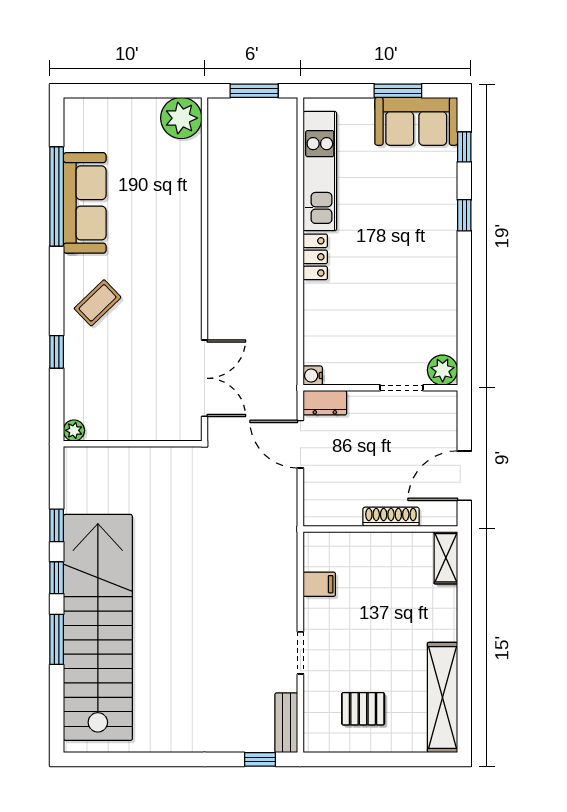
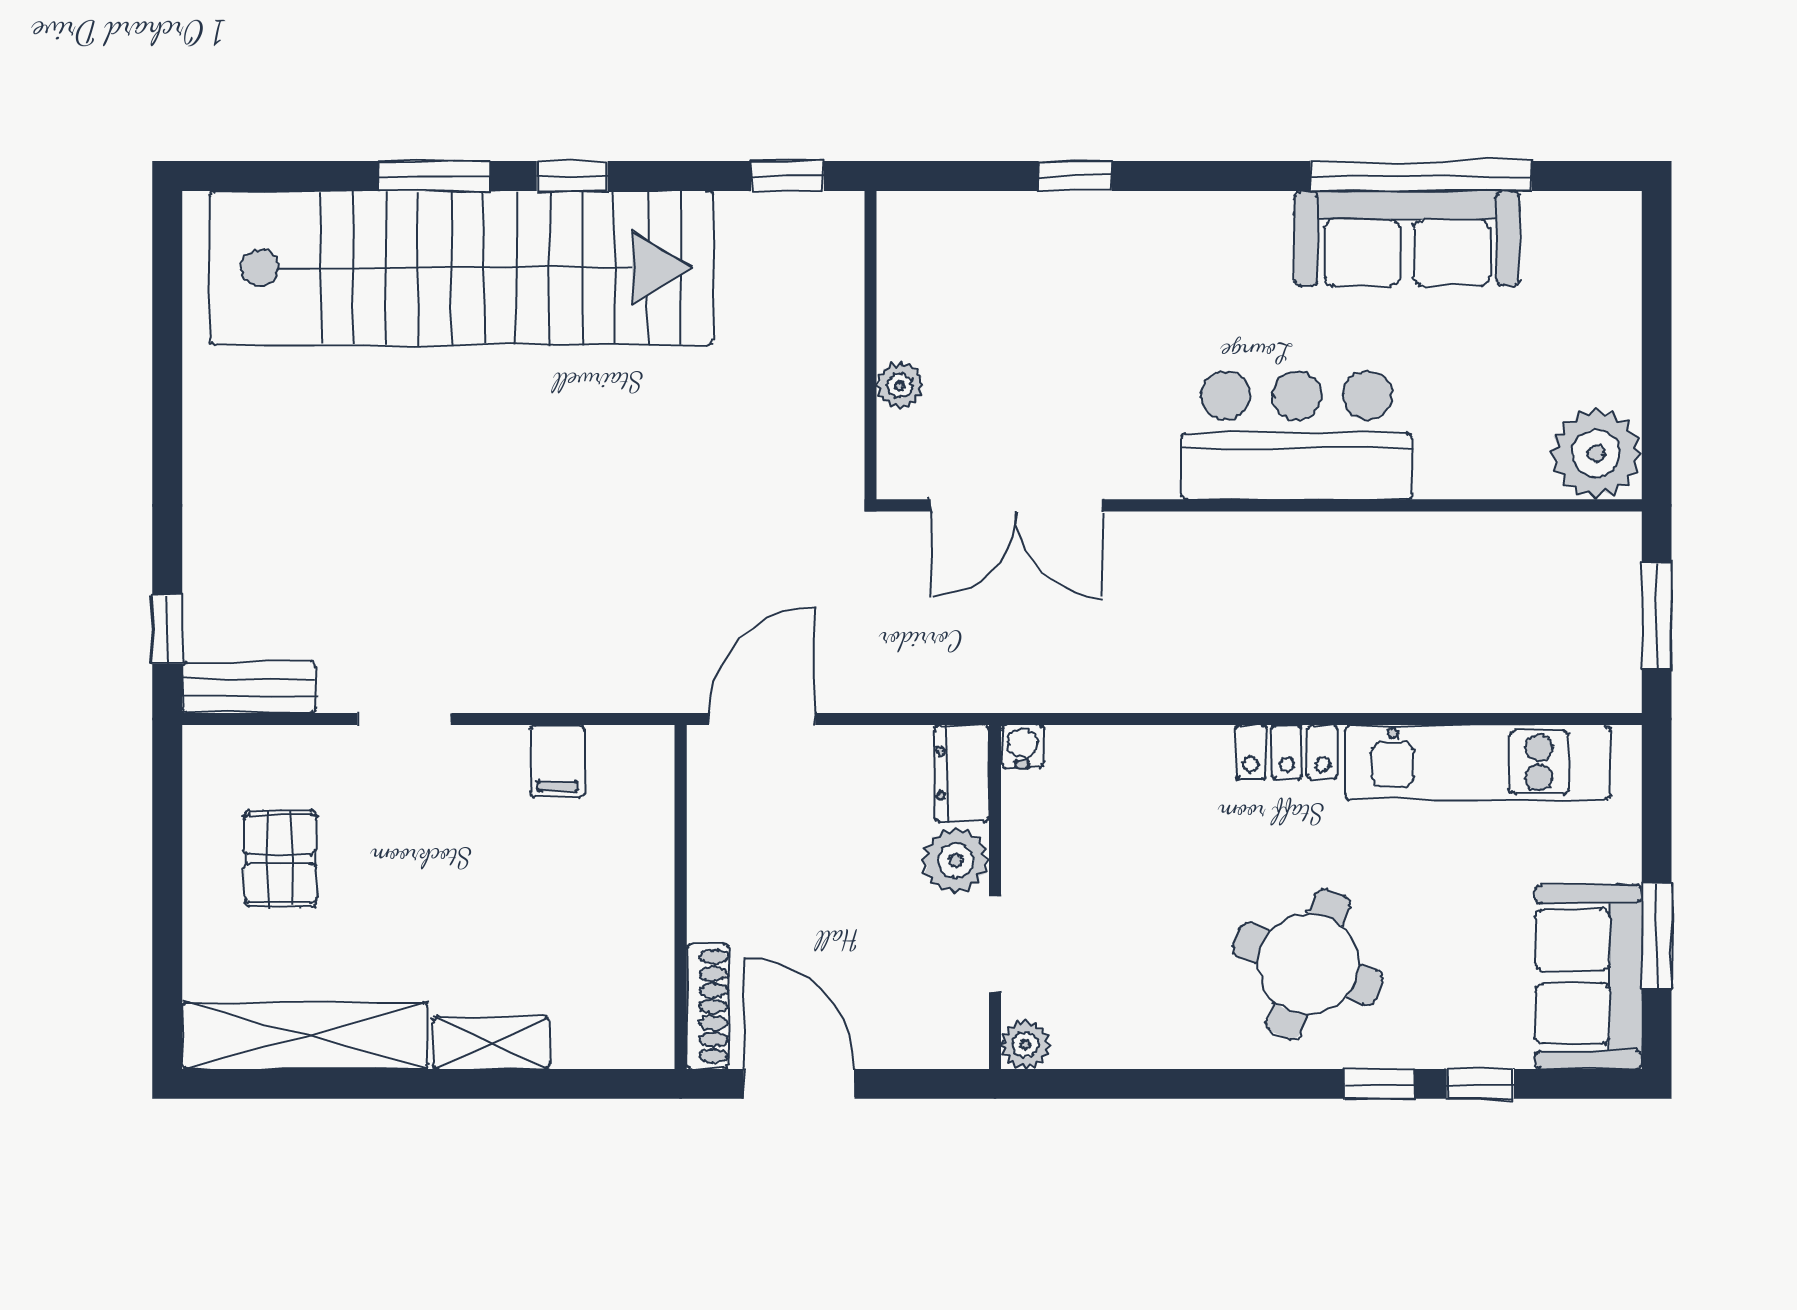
window: (464, 147) -> (1480, 1084), moved
round table: (410, 247) -> (1308, 964), added
bar counter: (173, 252) -> (1297, 435), added
coffee table: (98, 303) -> (1184, 267), removed
plant: (443, 370) -> (1025, 1045), width x0.73, depth x0.73
plant: (364, 406) -> (956, 860), added
plant: (74, 430) -> (900, 385), moved
door: (300, 444) -> (762, 719), moved
shoe rack: (391, 517) -> (708, 1006), moved
window: (57, 525) -> (787, 176), moved
shelving: (446, 558) -> (491, 1043), moved

